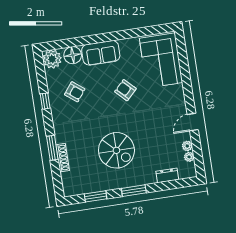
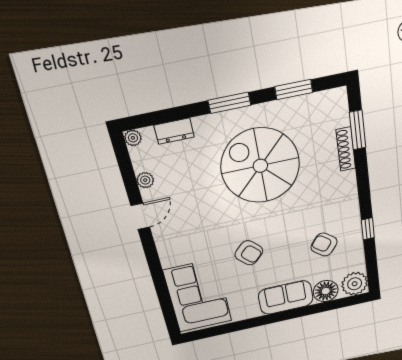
window: (52, 148) -> (358, 130), moved
spiral stairs: (116, 150) -> (260, 166), width x1.37, depth x1.37
plant: (189, 157) -> (133, 138), moved

